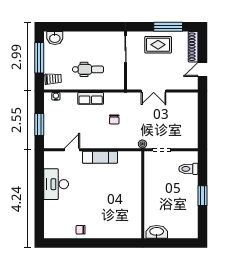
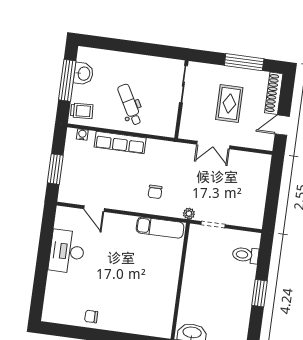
washbasin: (55, 38) -> (83, 74), moved, turned -90
rug: (158, 45) -> (229, 103), moved, turned 90
dental chair: (88, 69) -> (130, 105), turned -119
row of seats: (91, 98) -> (120, 143), width x1.48
chair: (114, 119) -> (155, 192), moved
door: (72, 150) -> (94, 209), swing flipped
exam couch: (100, 157) -> (160, 228), moved

